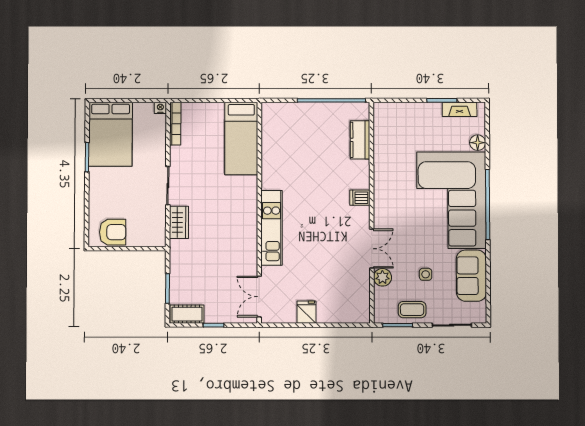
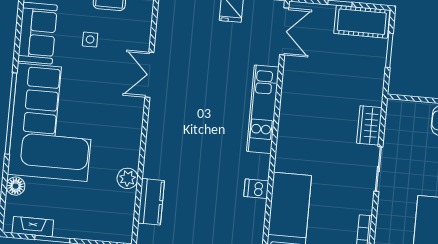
dishwasher: (360, 198) -> (256, 189), moved, turned 180
plant: (382, 277) -> (128, 178), moved
cot: (187, 314) -> (362, 22), width x1.37, depth x1.34

